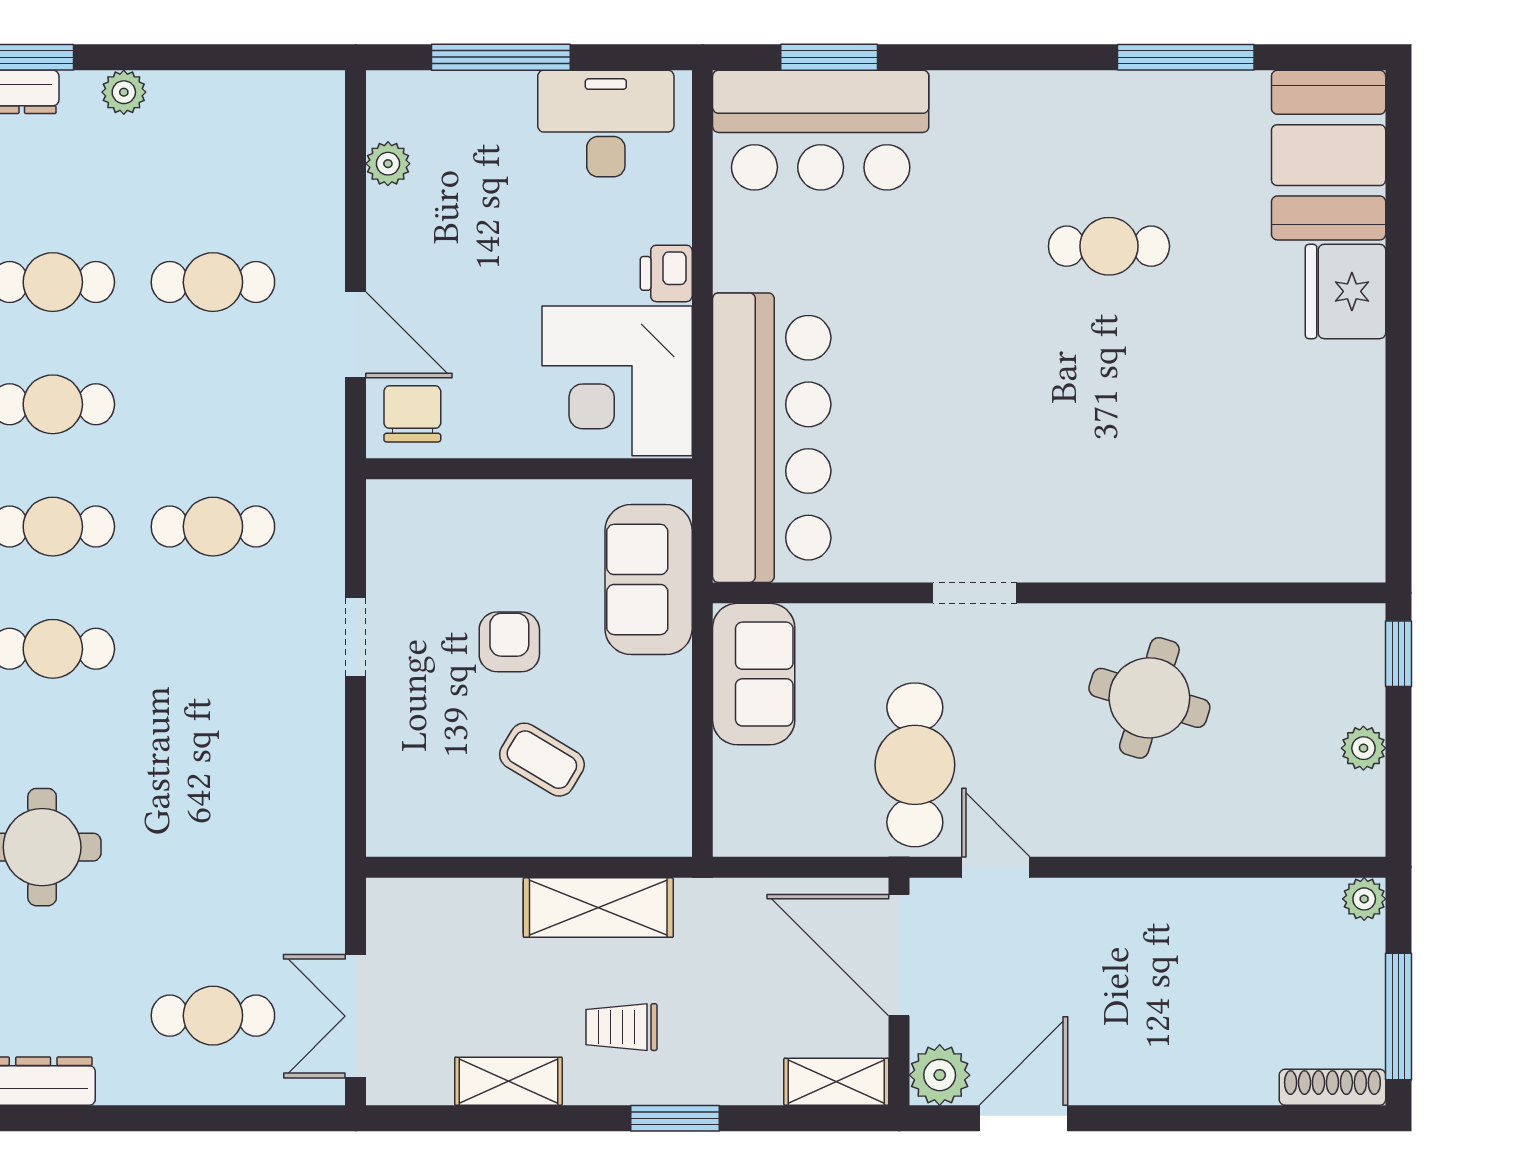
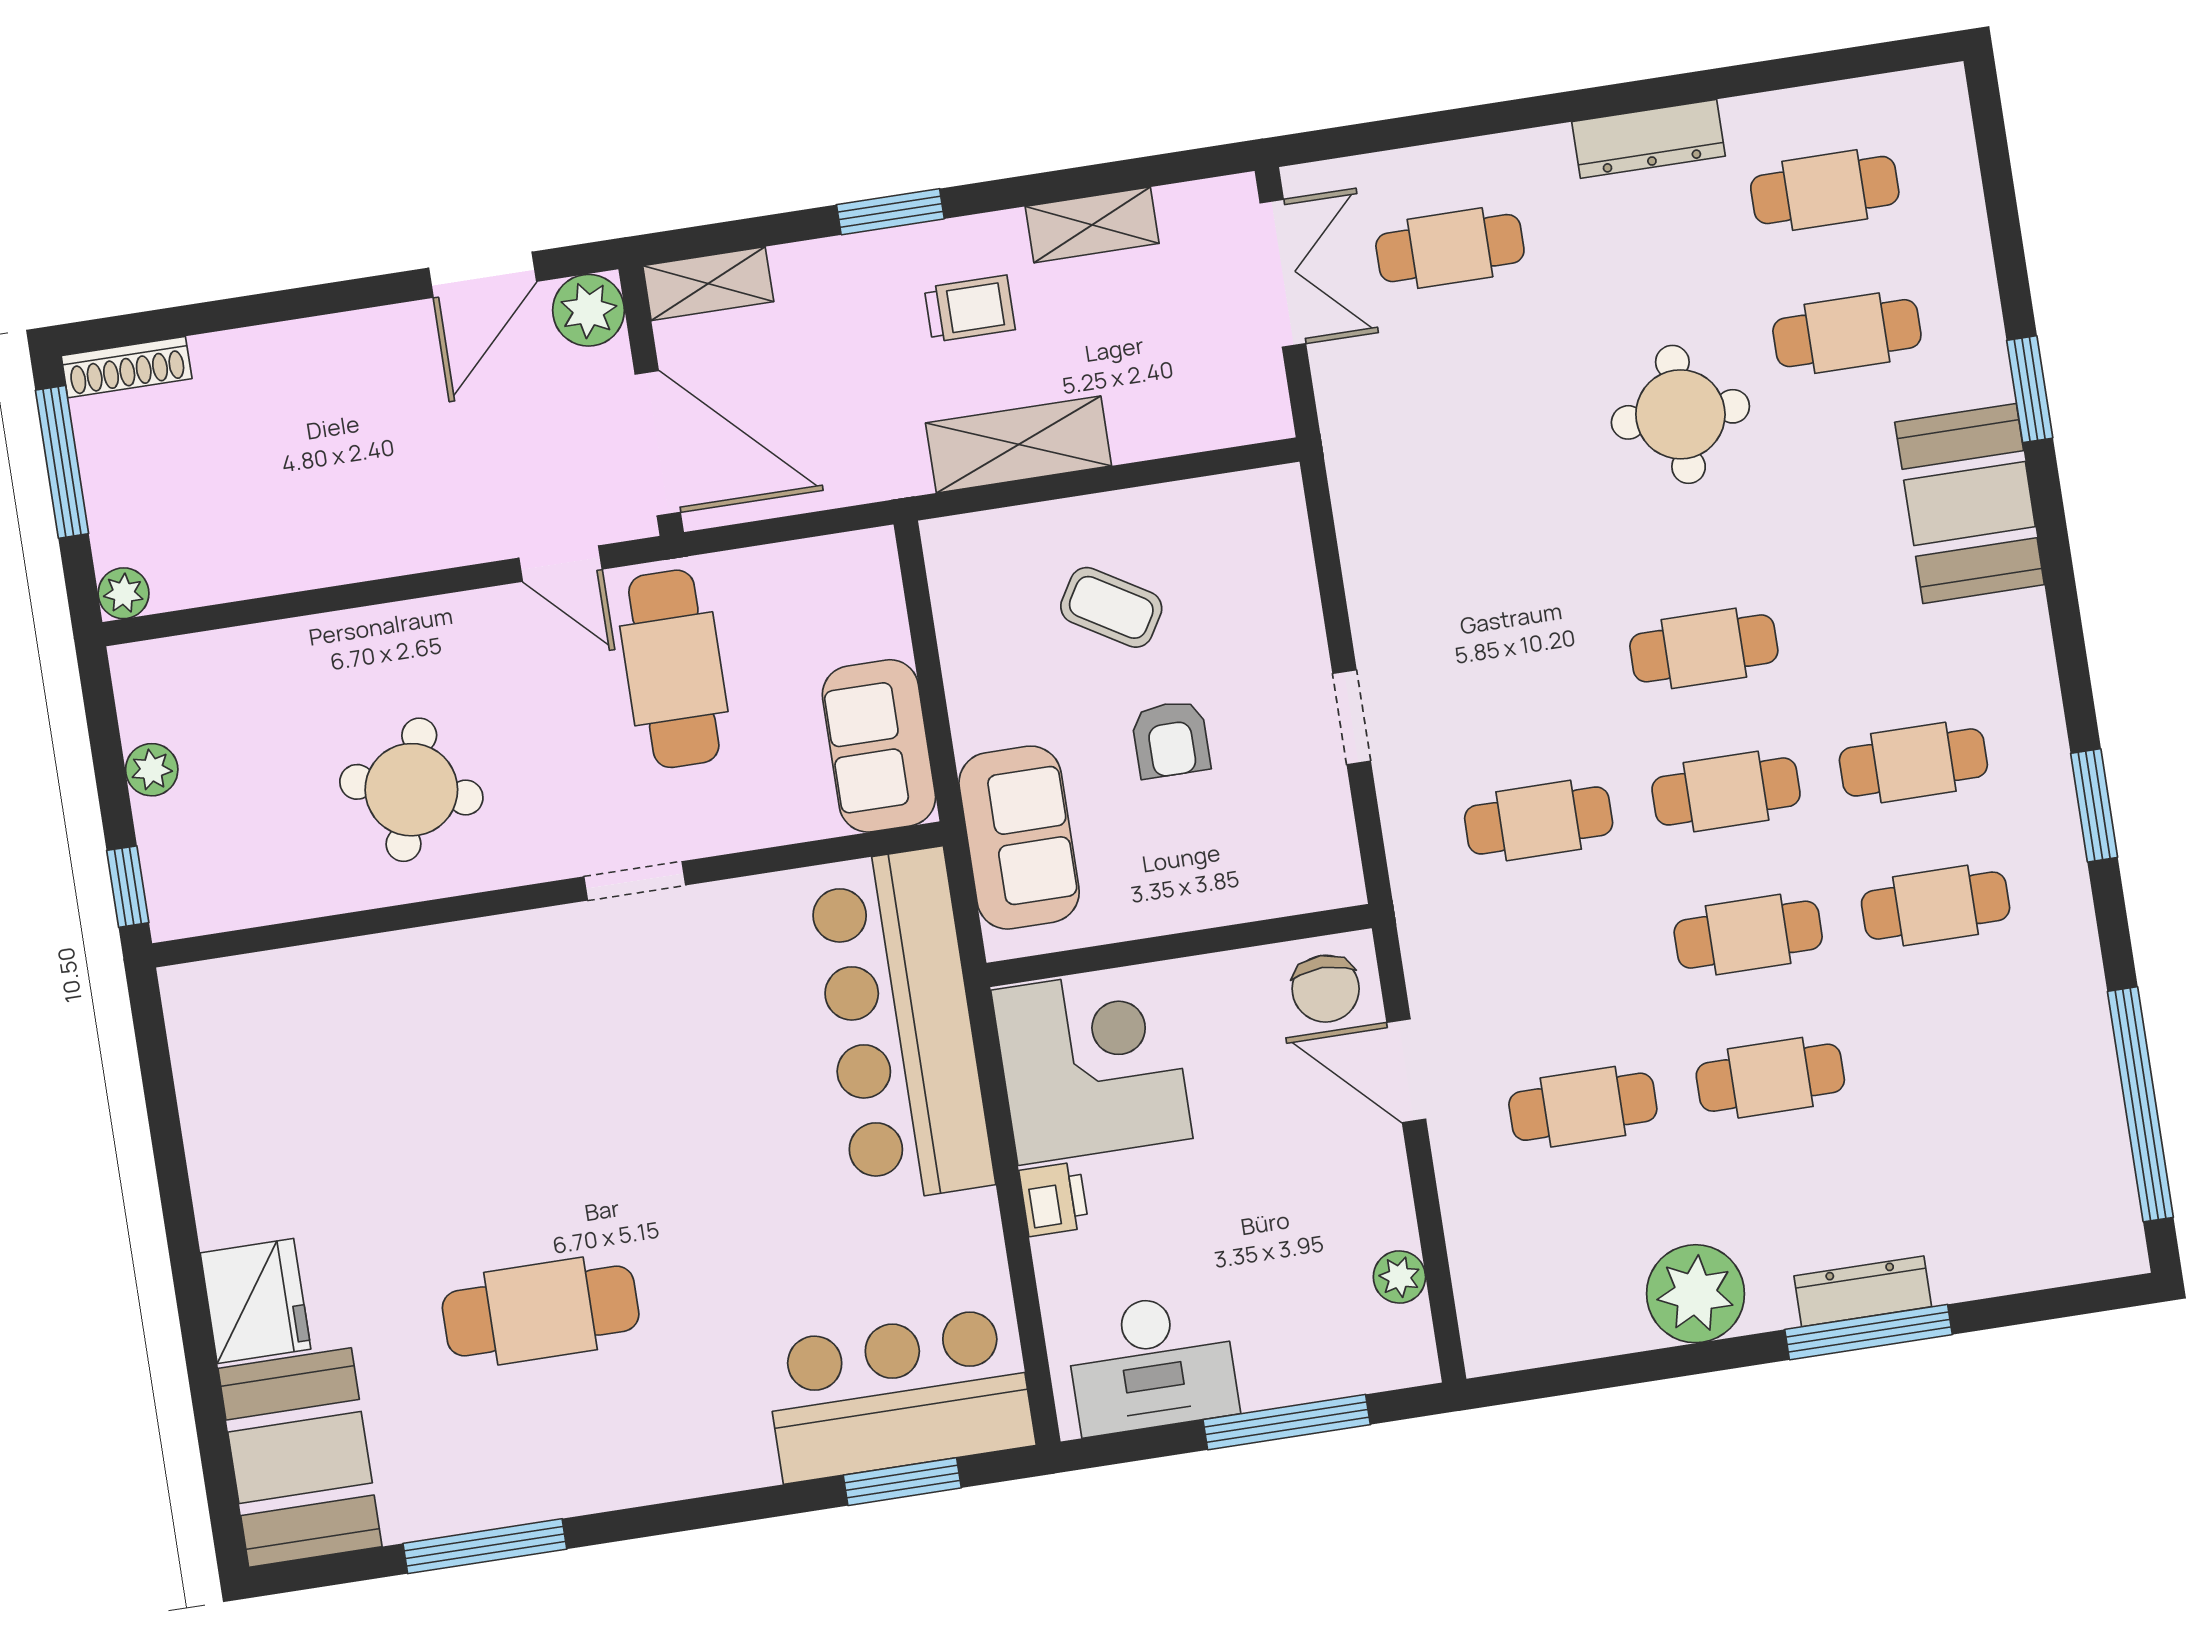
plant: (124, 92) -> (1695, 1294), width x1.88, depth x1.88
cafe table: (1109, 246) -> (541, 1311), width x1.37, depth x1.35

